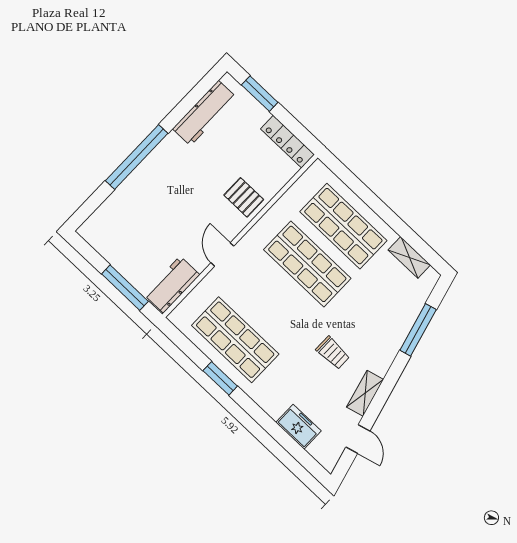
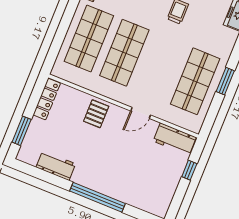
workbench: (204, 113) -> (56, 166), width x0.73
window: (125, 288) -> (189, 170), width x0.46

